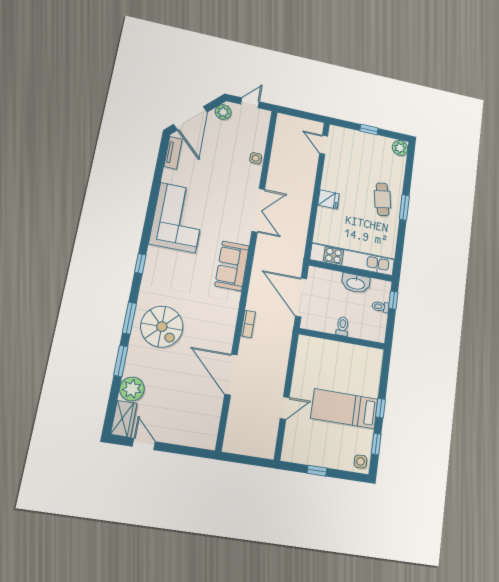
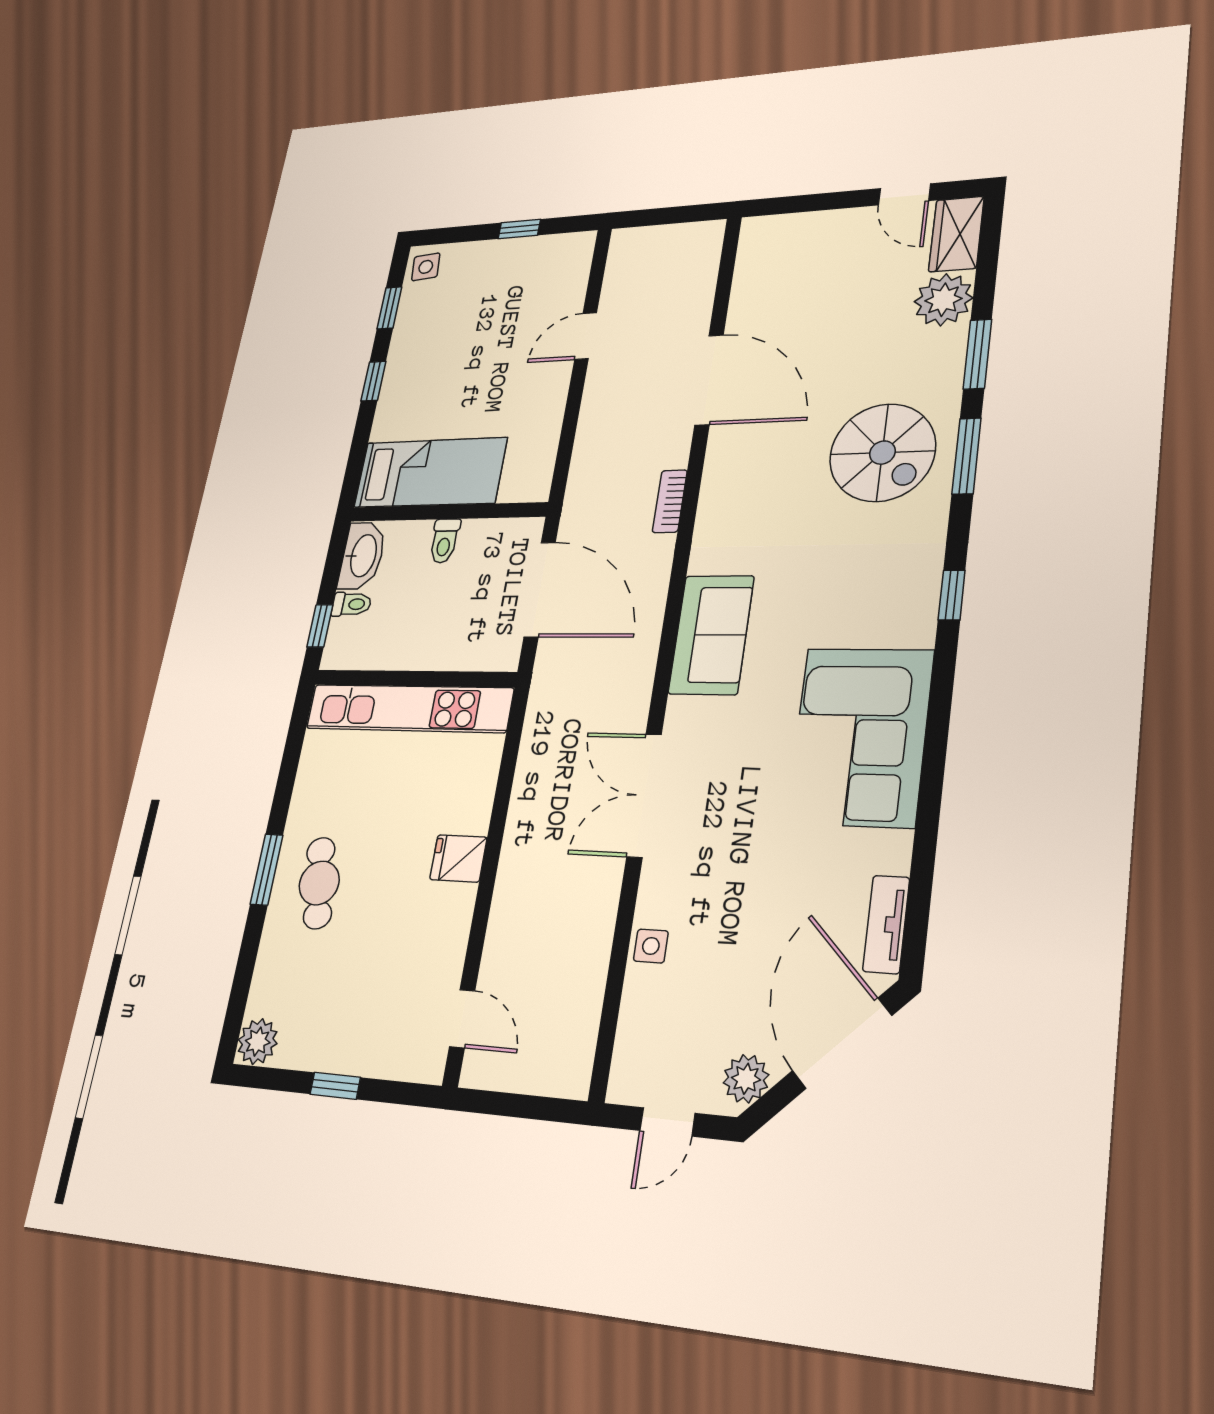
washbasin: (356, 283) -> (362, 556), moved, turned 90
spiral stairs: (162, 327) -> (882, 453), turned 180
bed: (344, 409) -> (430, 473), moved

